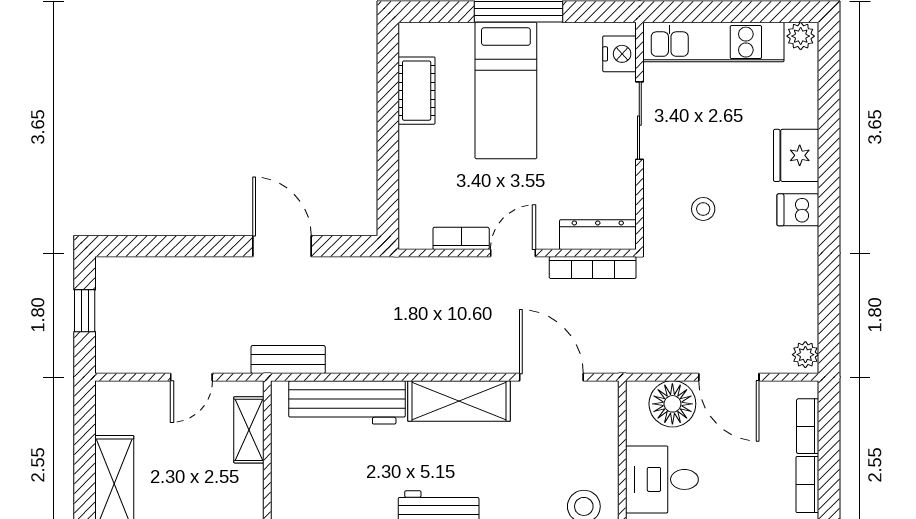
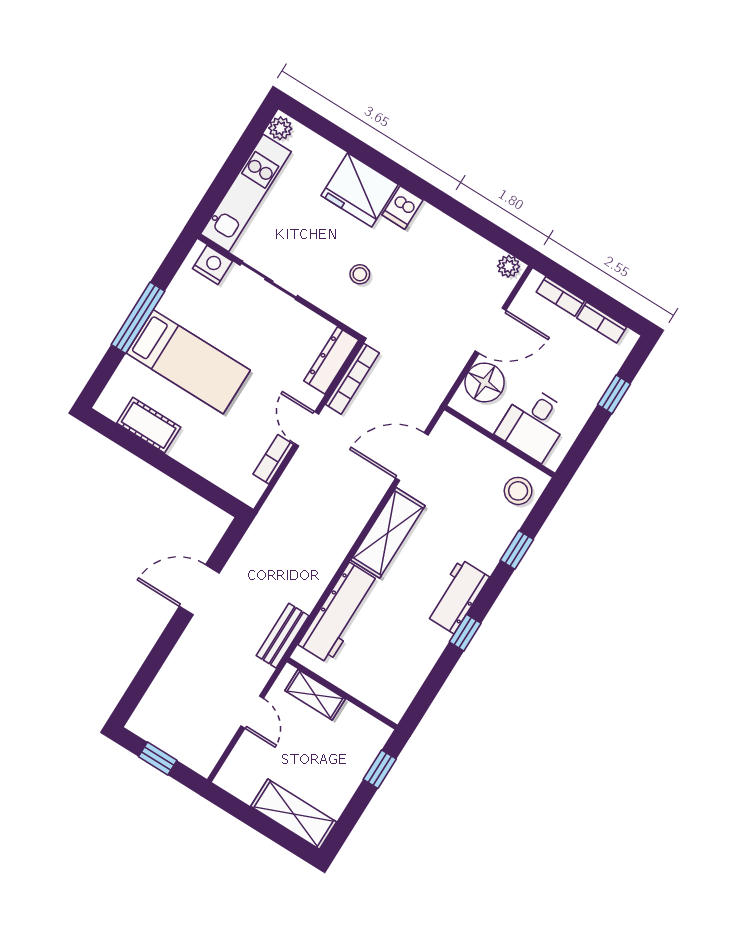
fridge: (796, 155) -> (360, 190), width x1.36, depth x1.34

